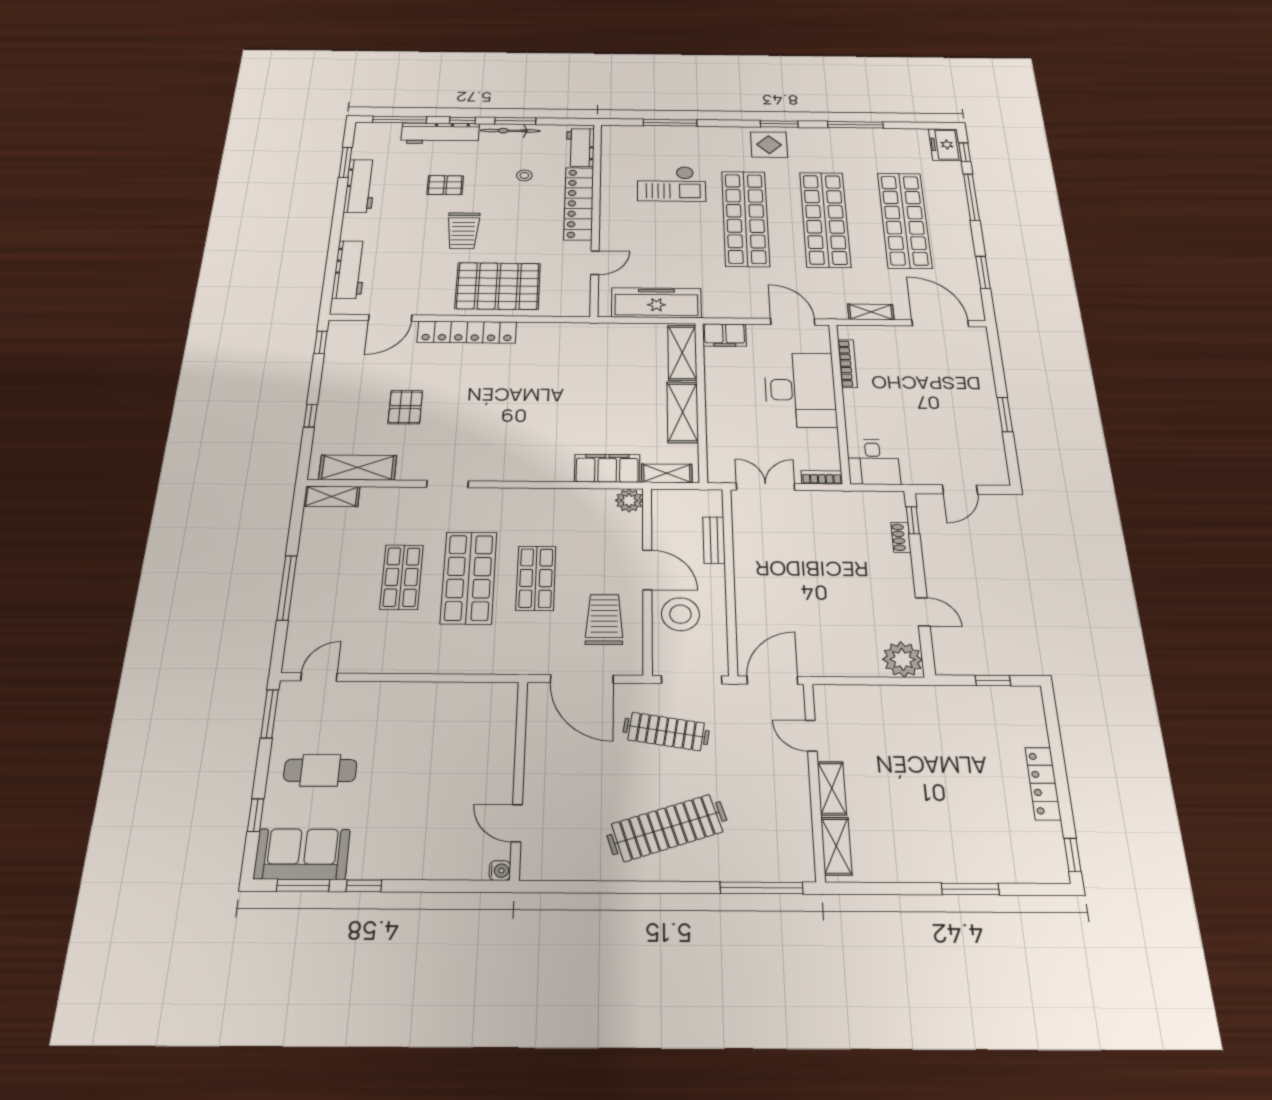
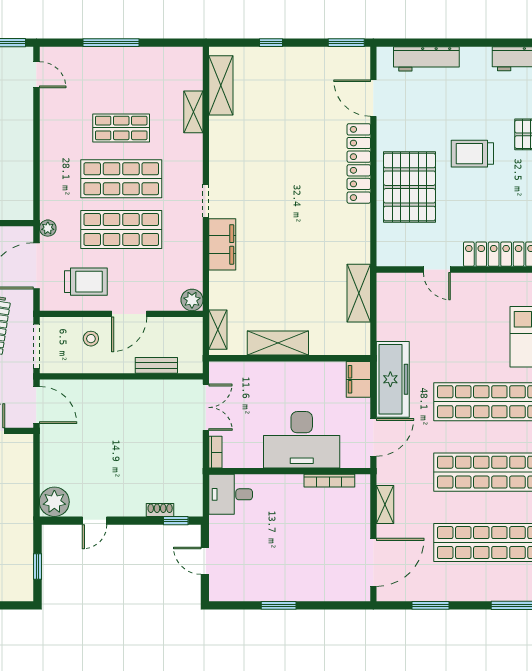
freezer: (656, 303) -> (393, 379), moved
window: (321, 342) -> (346, 43), width x1.50
shelving: (682, 353) -> (359, 293), moved, turned 90
pallet: (405, 407) -> (280, 118), removed
filing cabinet: (607, 468) -> (222, 244), moved
doorway: (447, 484) -> (206, 201), moved
shelving: (332, 496) -> (193, 112), moved
shop shelf: (536, 578) -> (121, 229), width x1.43, depth x1.36
stool: (680, 614) -> (91, 339), width x0.53, depth x0.53
plant: (531, 665) -> (48, 228), added

